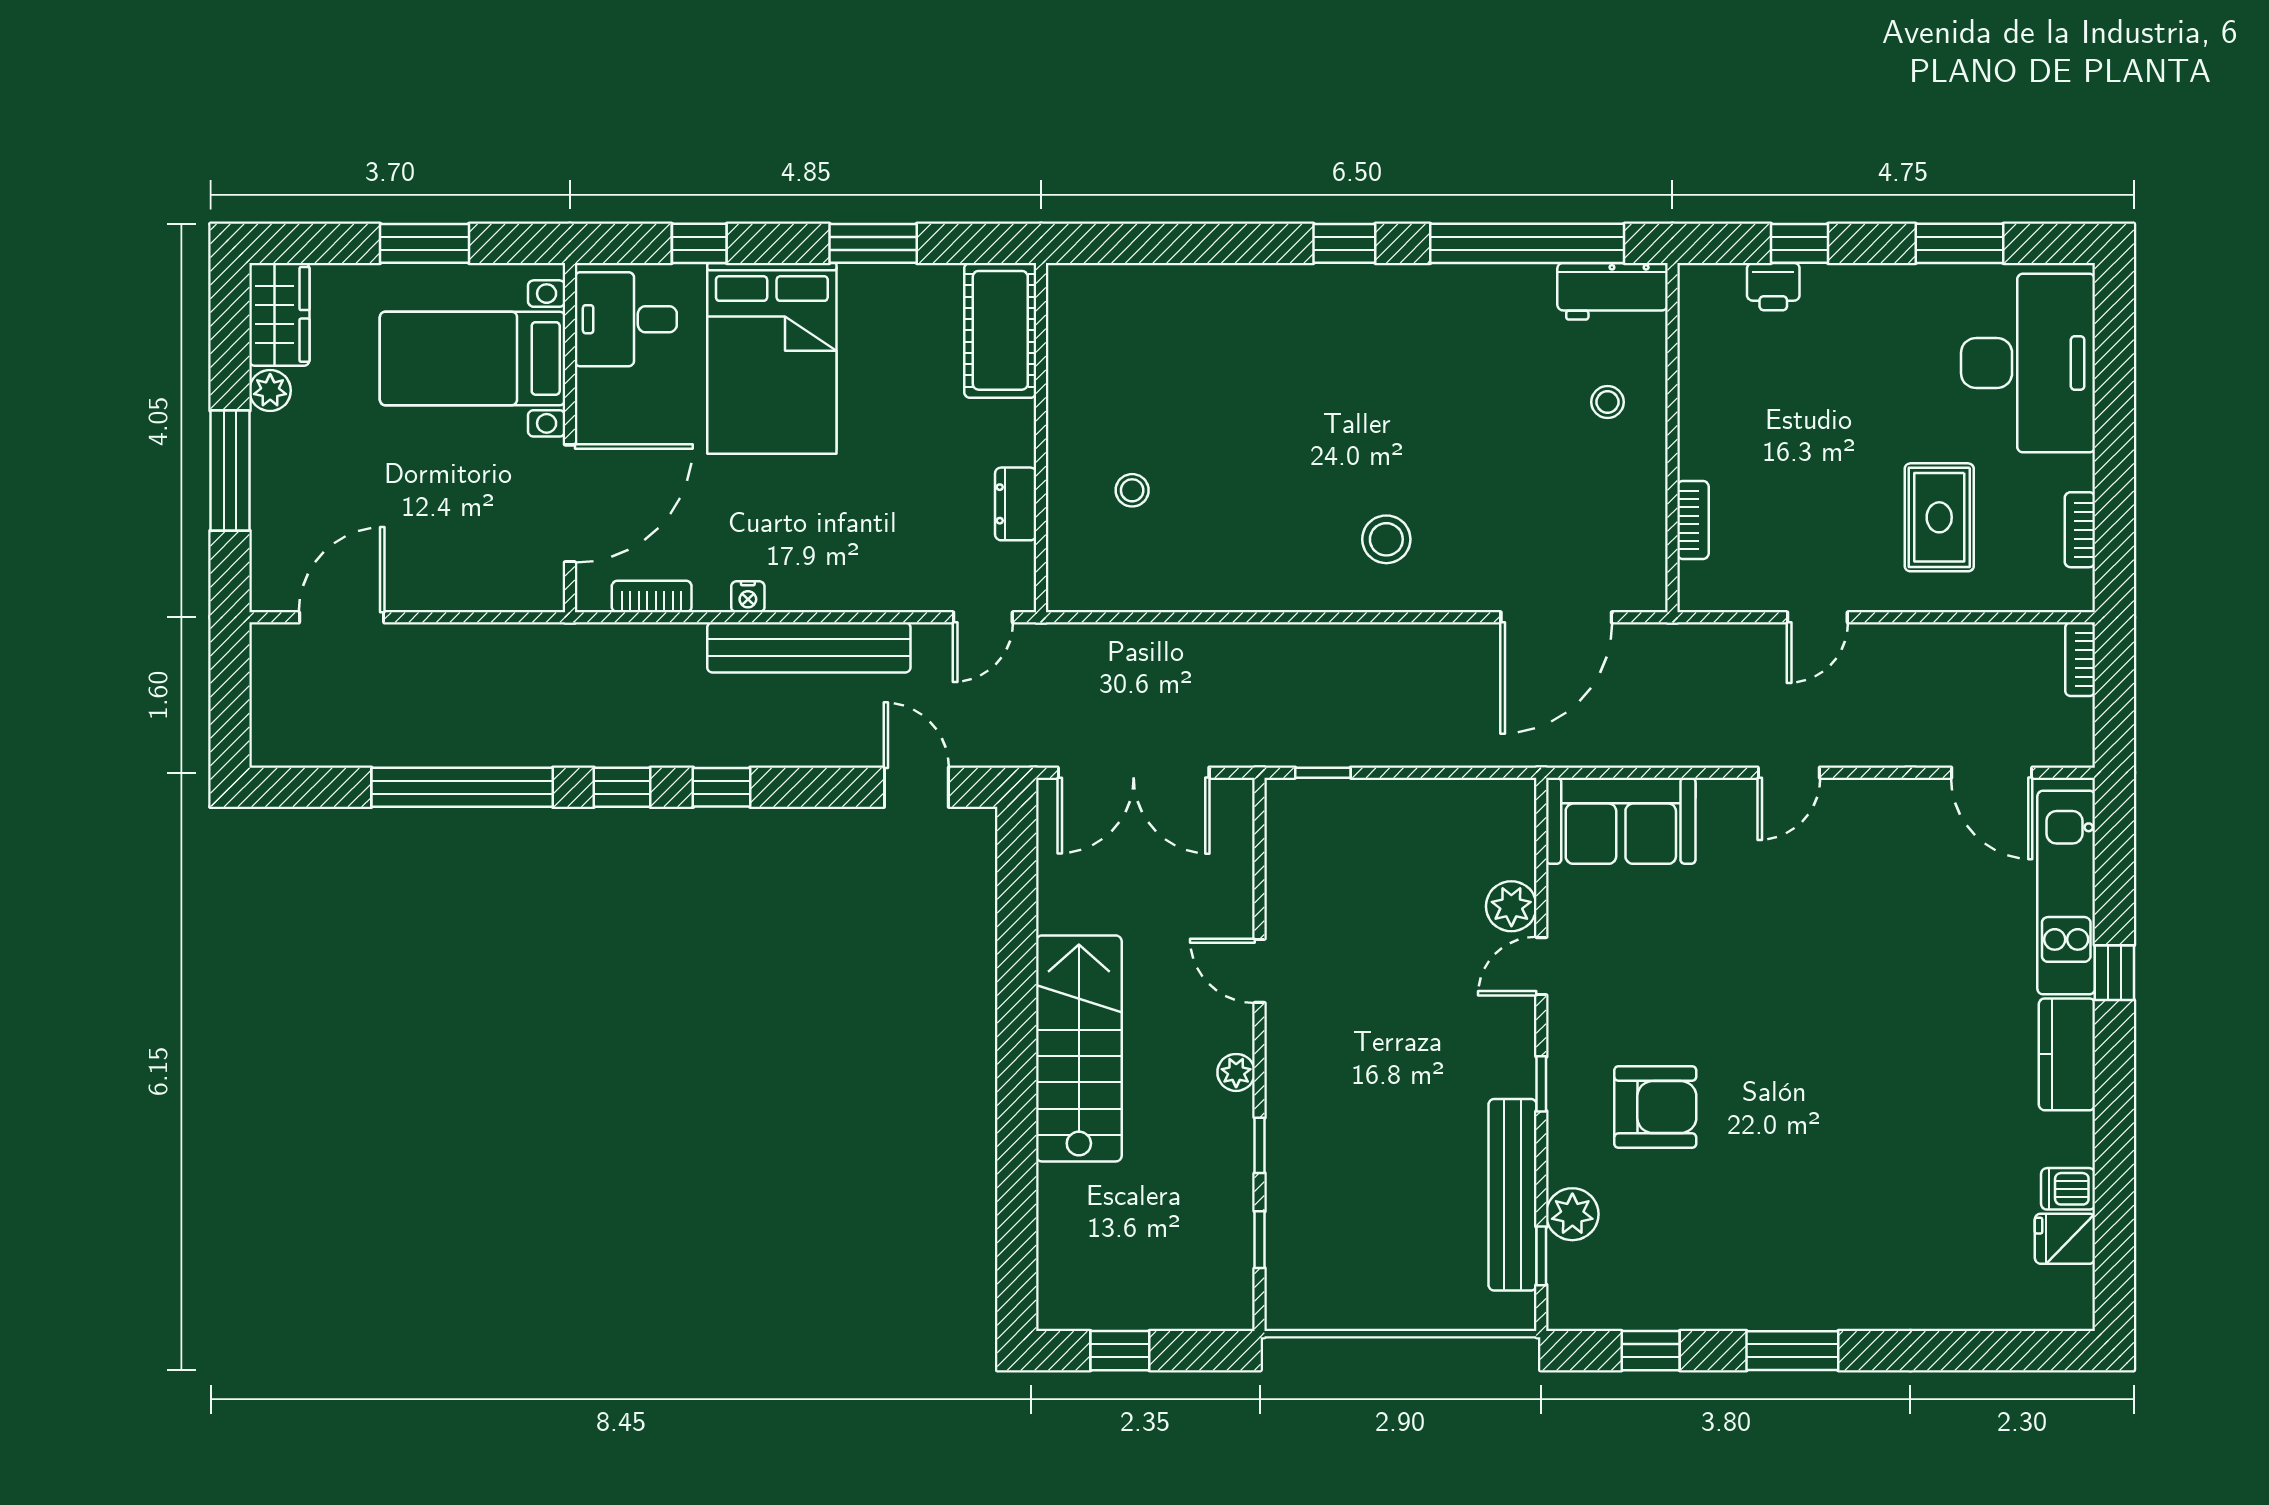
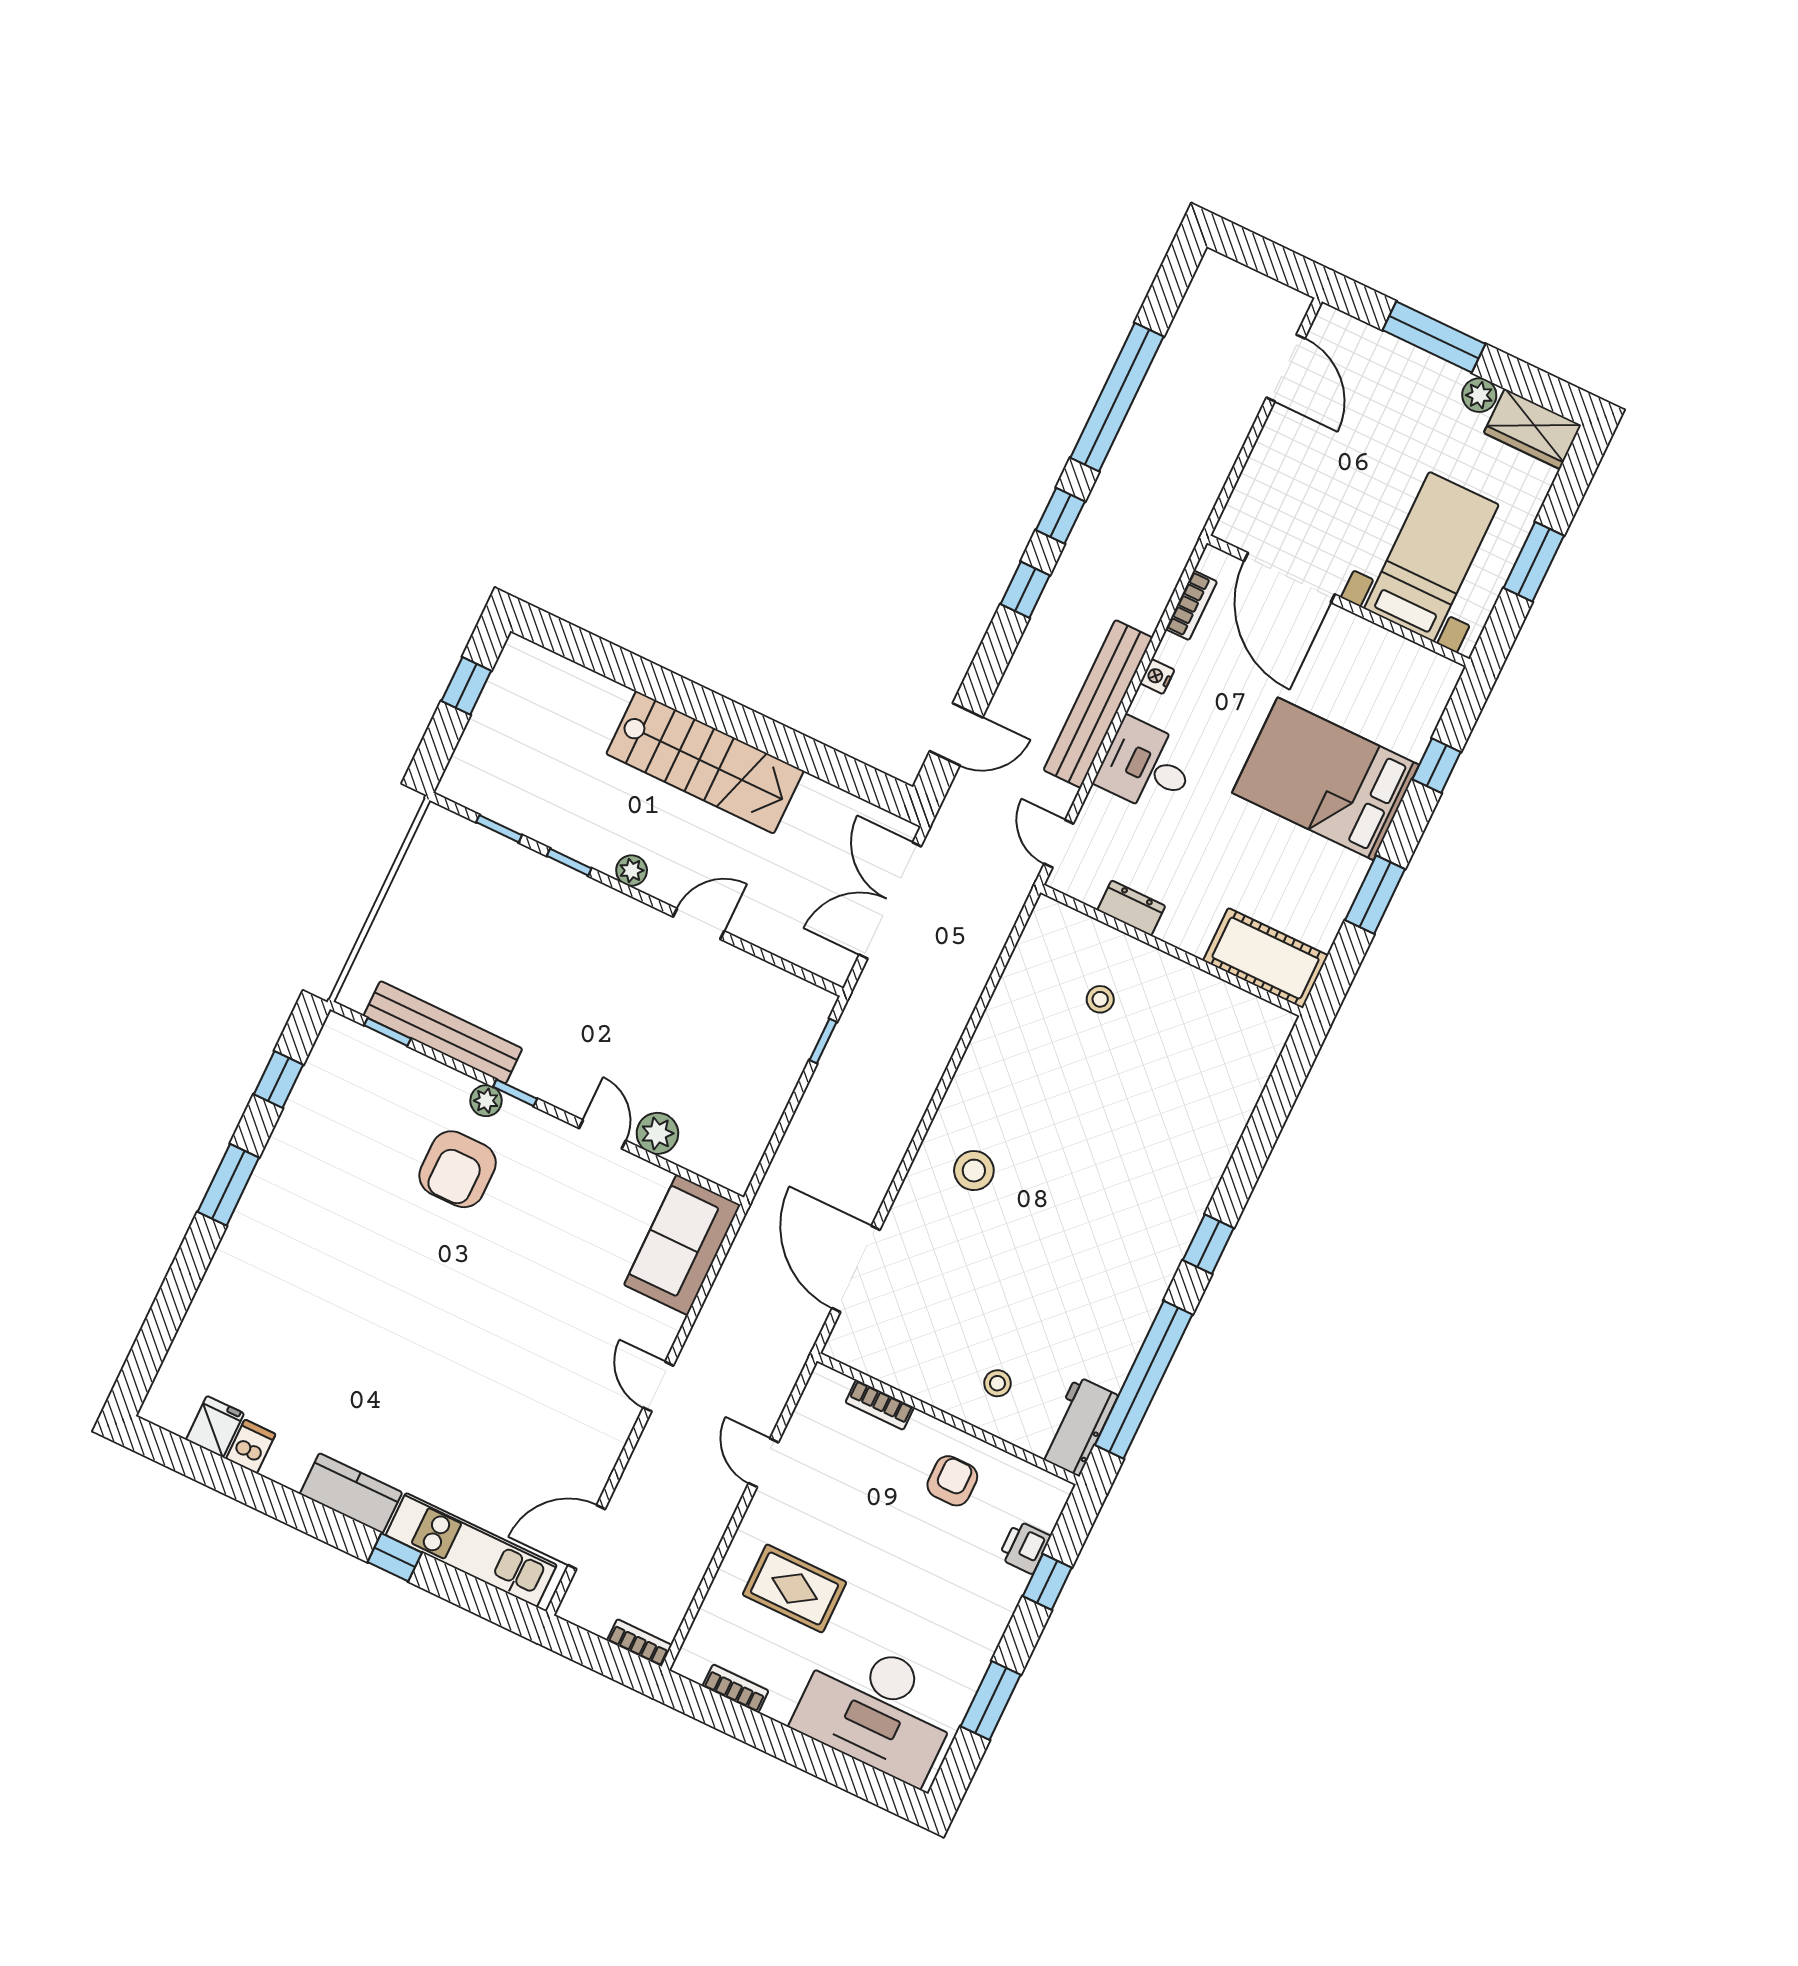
desk: (626, 319) -> (1146, 766), moved, turned -90
armchair: (1738, 401) -> (952, 1481), added
plant: (1572, 1214) -> (486, 1101), moved, width x0.73, depth x0.73

